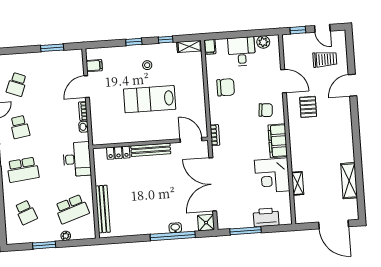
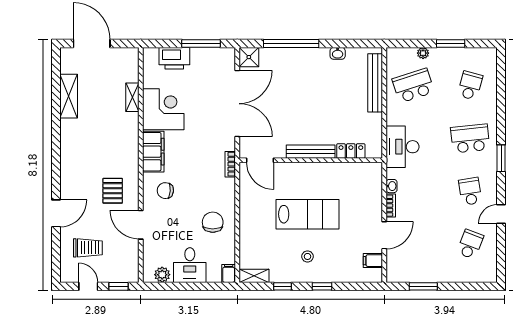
trolley: (325, 59) -> (88, 248), turned 180
chair: (226, 87) -> (213, 222), turned 90
school desk: (26, 212) -> (470, 86), turned 36
washbasin: (175, 228) -> (338, 53), moved

